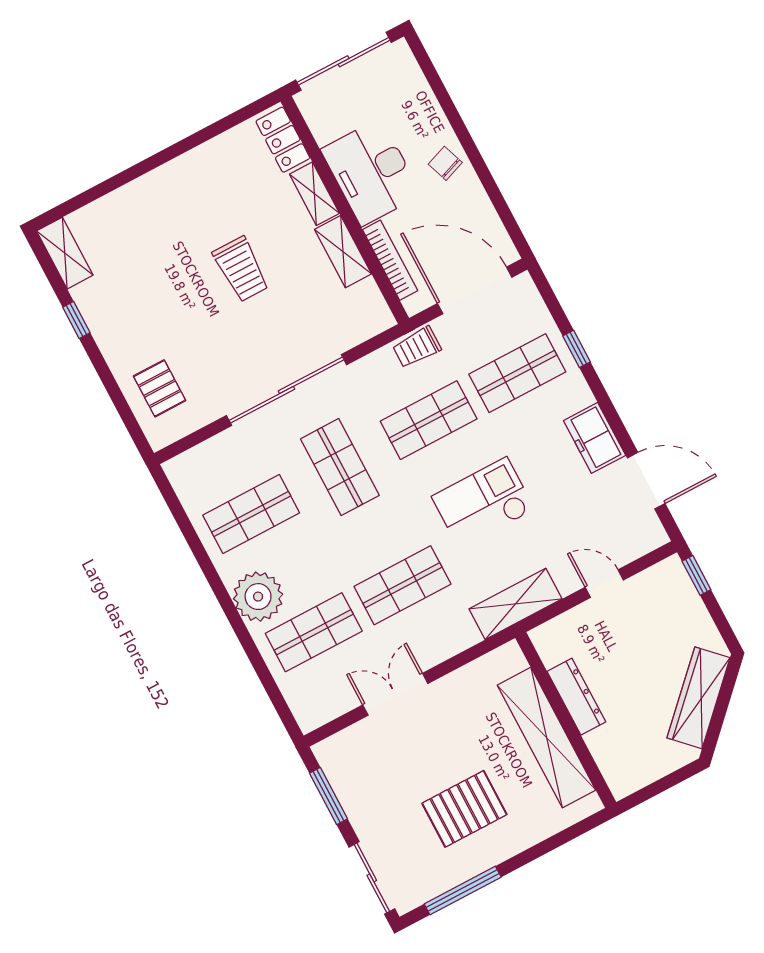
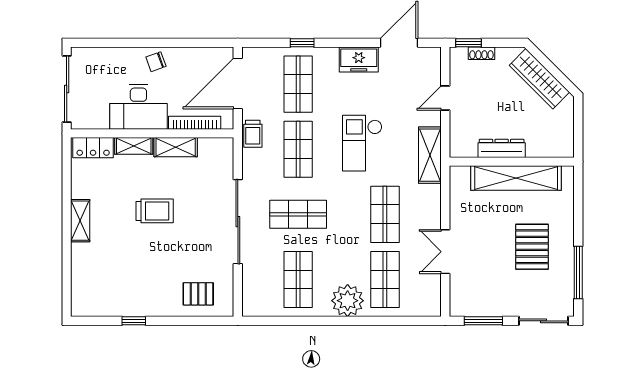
shelving: (65, 253) -> (80, 221), moved, turned 90
shoe rack: (692, 601) -> (481, 53), added

